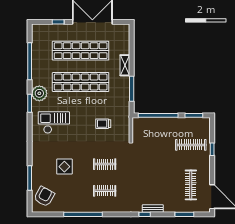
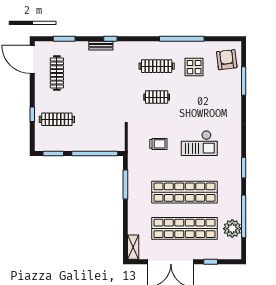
shelving: (125, 65) -> (133, 247), moved
plant: (39, 93) -> (232, 229), moved
checkout: (54, 123) -> (199, 143), moved
display table: (64, 167) -> (194, 67), moved
clothes rail: (105, 191) -> (157, 66), width x1.36
armchair: (44, 196) -> (227, 60), turned 144

